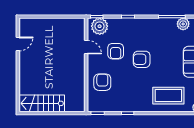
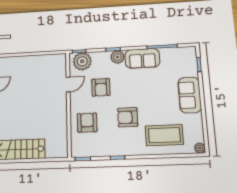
plant: (183, 24) -> (118, 57), moved
sofa: (154, 27) -> (142, 58), added
door: (86, 47) -> (68, 84), hinge flipped
armchair: (142, 59) -> (128, 117), moved

